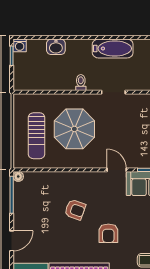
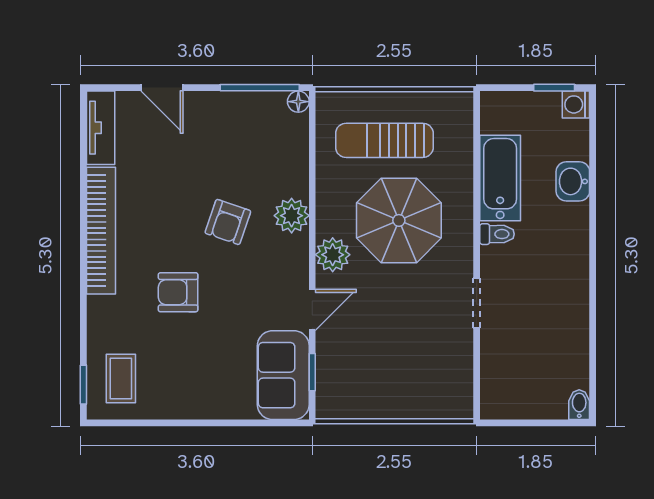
bathtub: (113, 49) -> (500, 178), moved, turned 180
plant: (91, 160) -> (333, 255), added
plant: (72, 180) -> (292, 216), added

